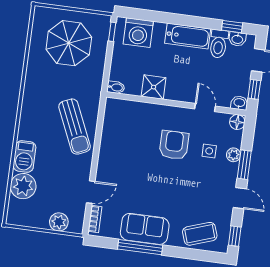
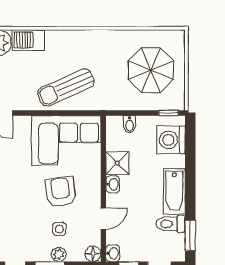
window: (232, 27) -> (190, 235), width x1.50
washbasin: (237, 39) -> (113, 184), moved, turned 180
bidet: (116, 87) -> (130, 124), moved
corner sofa: (125, 133) -> (66, 140), added
armchair: (174, 145) -> (61, 192), turned -97

